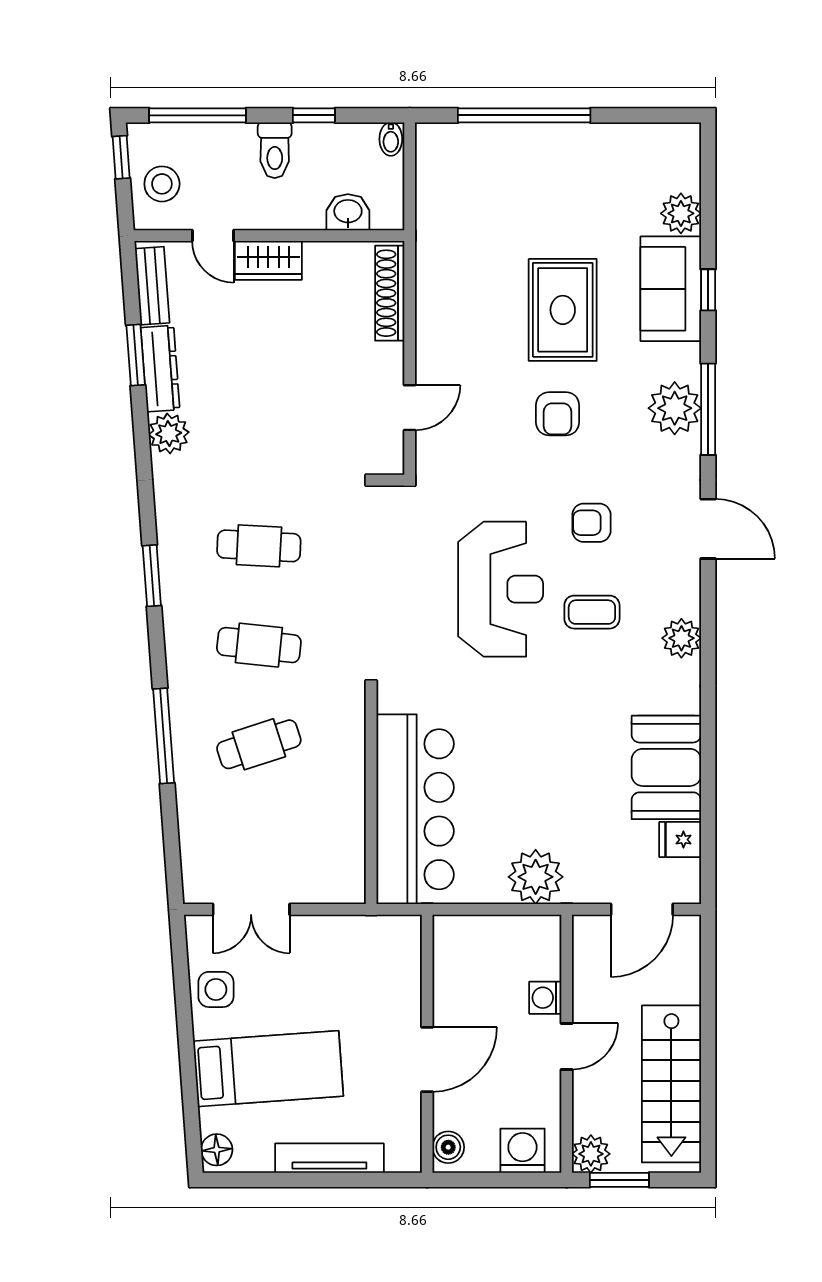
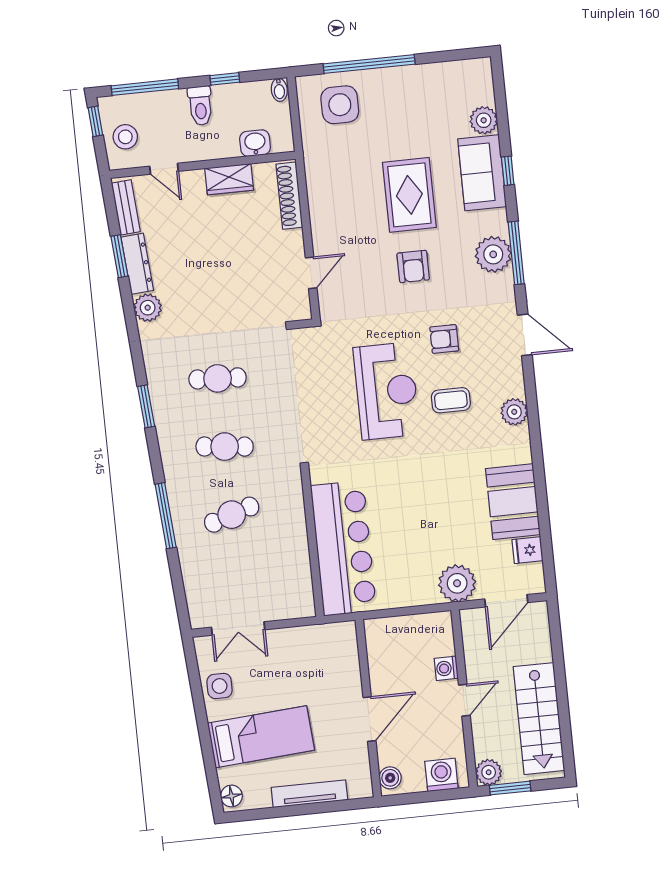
side table: (476, 170) -> (340, 105), added
wardrobe: (268, 260) -> (229, 179), moved
plant: (536, 877) -> (457, 583), moved

